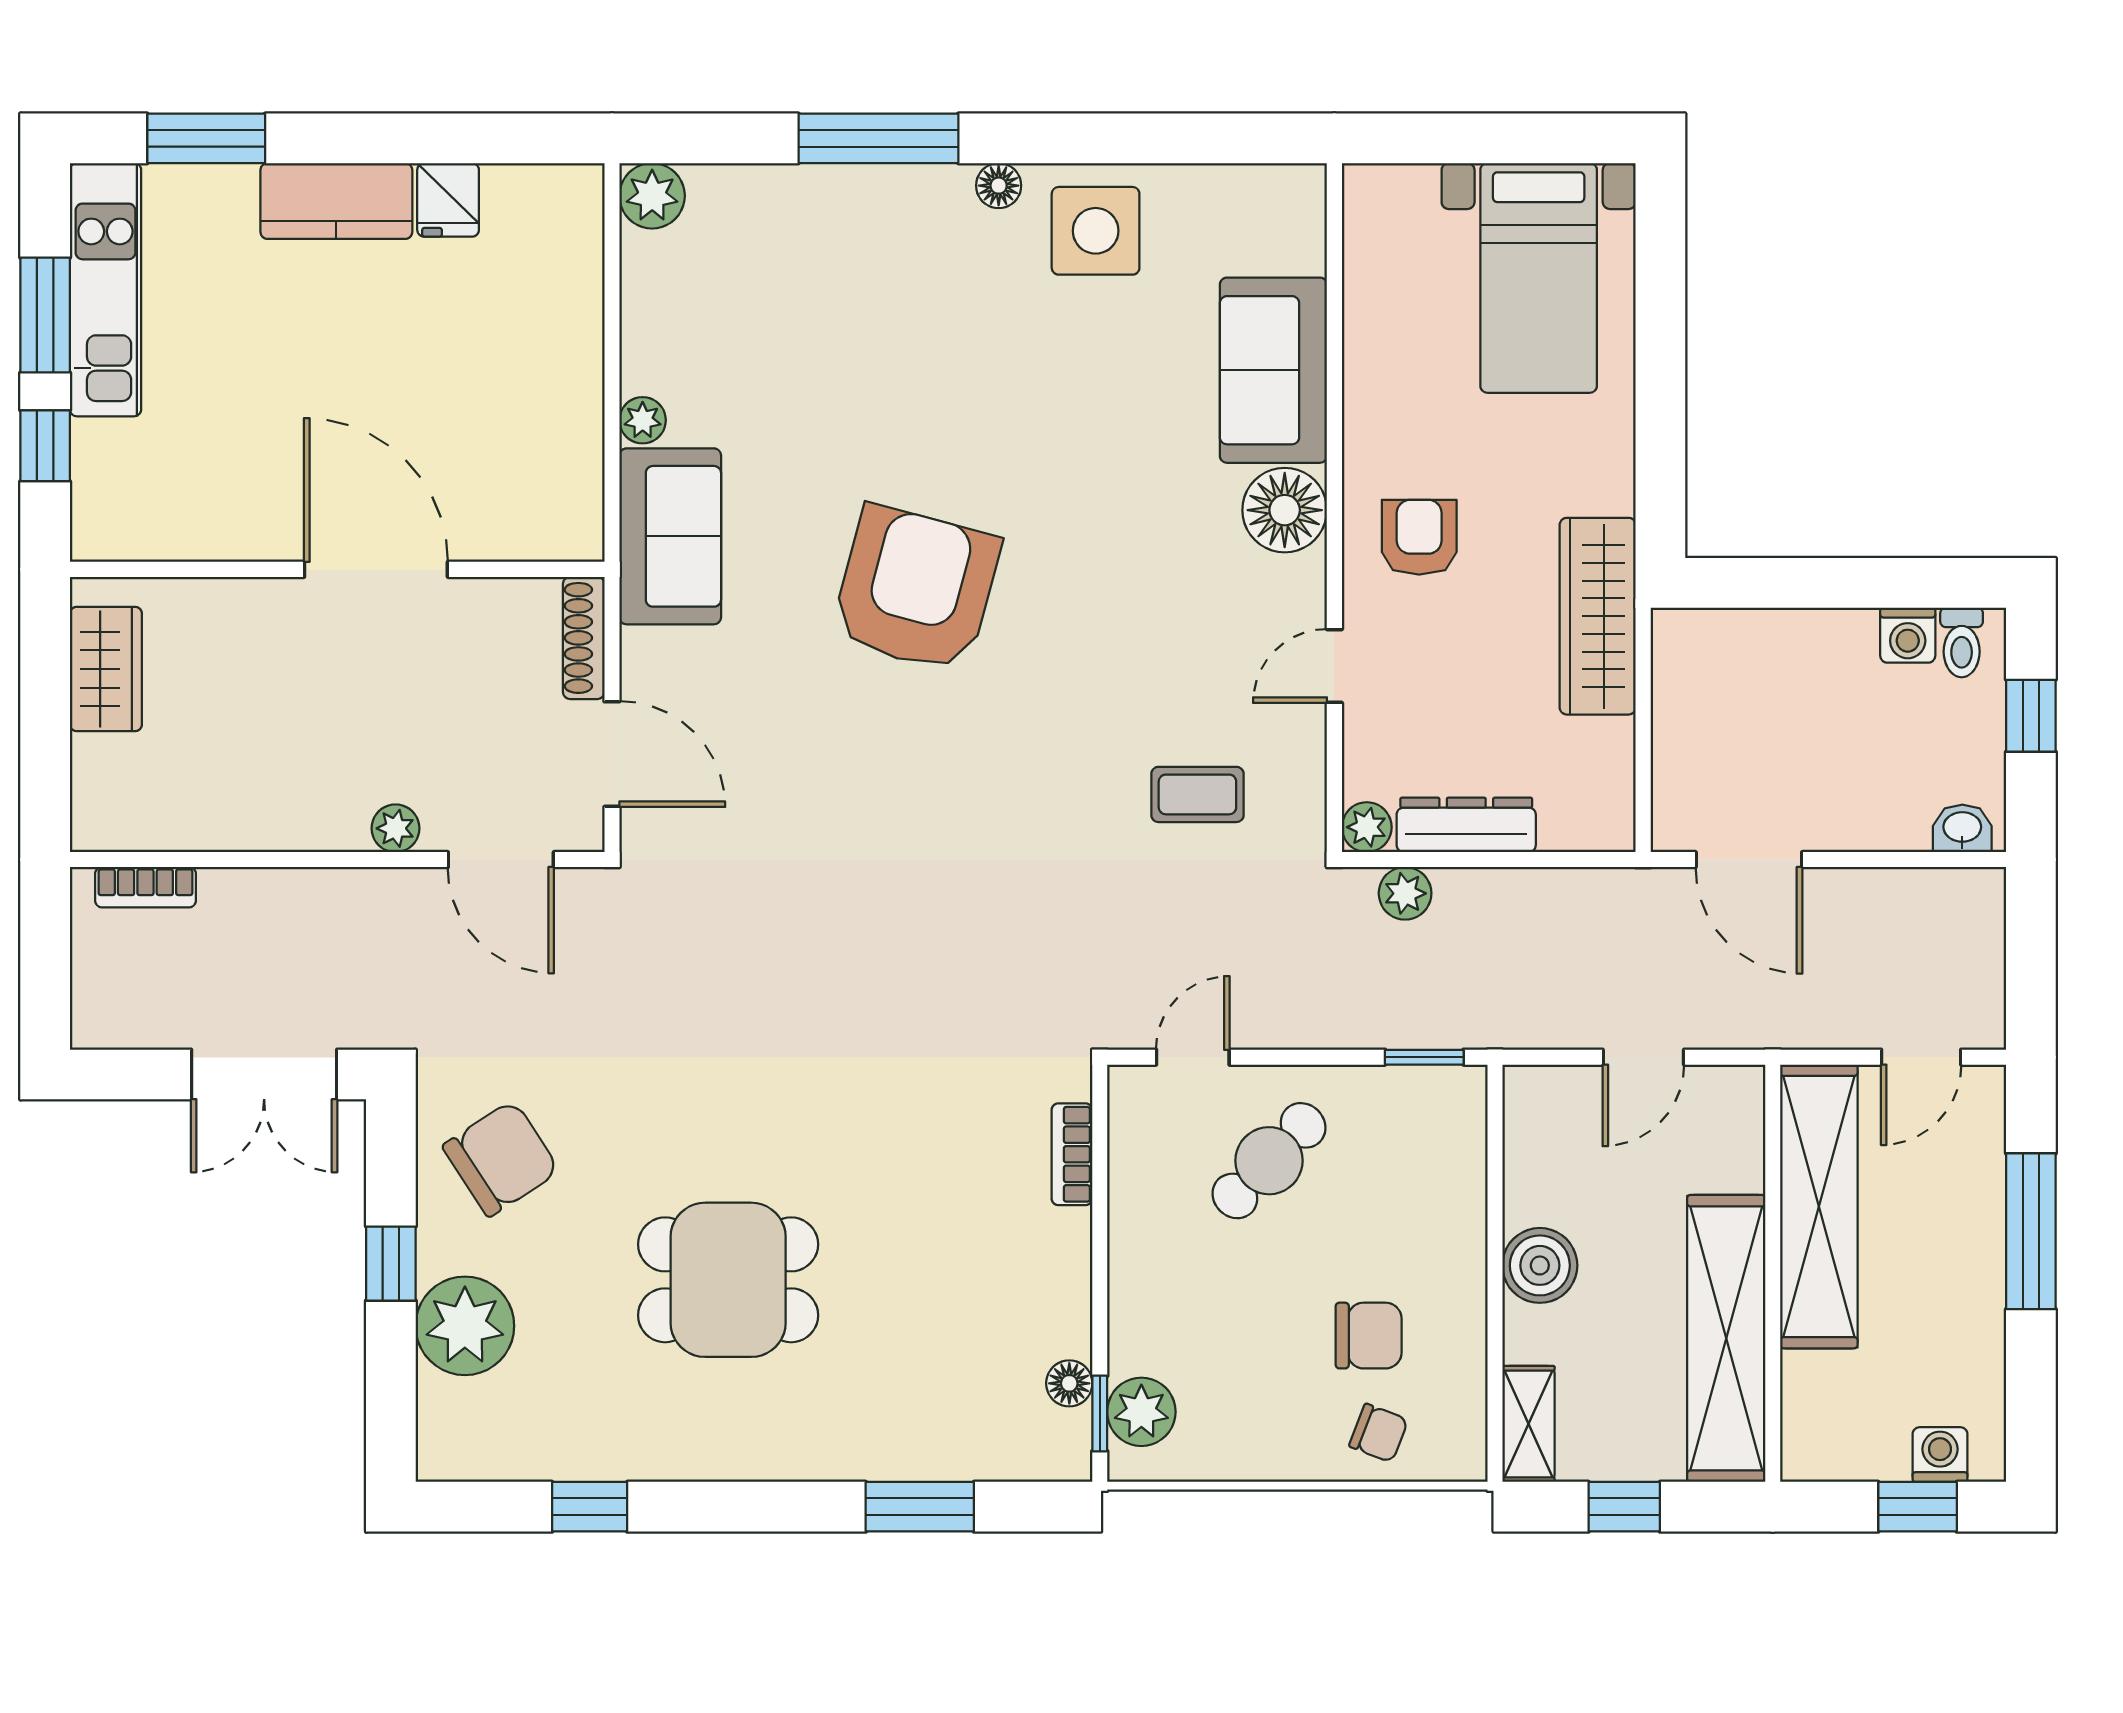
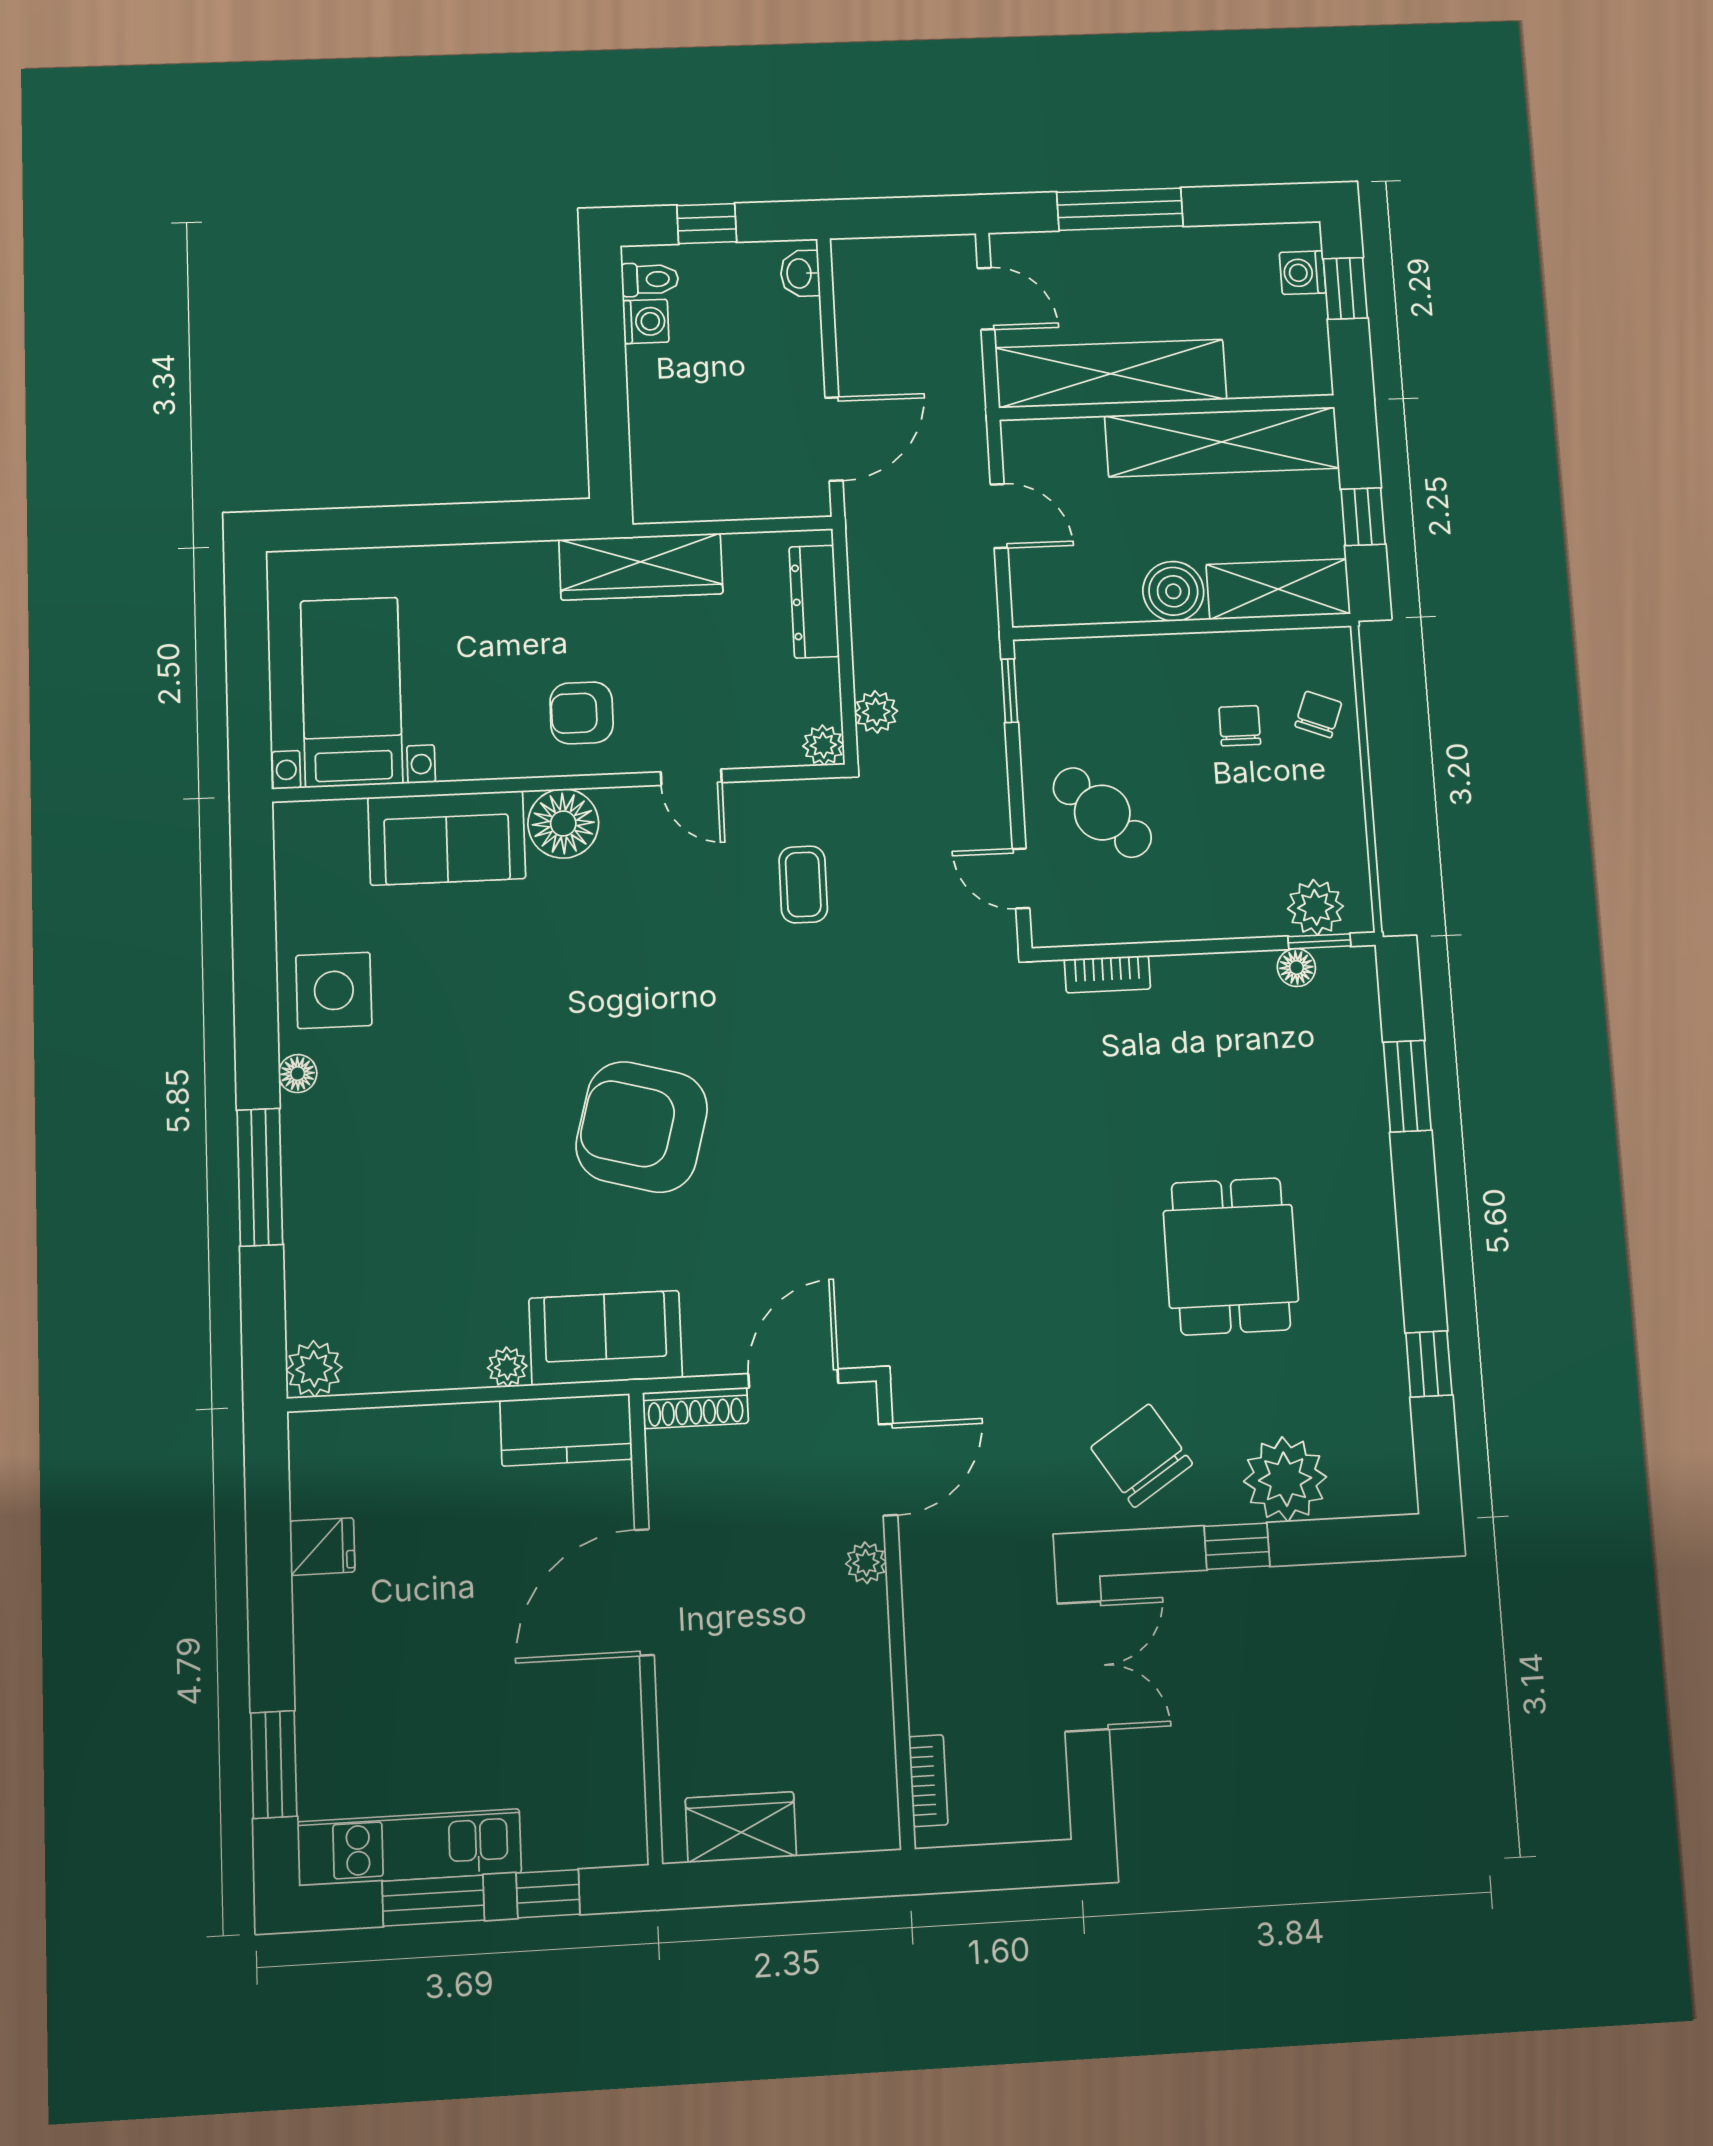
kitchen counter: (336, 201) -> (566, 1430), moved, turned 90
bed with nightstands: (1539, 278) -> (352, 692), moved, turned -90
dresser: (1466, 825) -> (814, 602), moved
chair: (1369, 1336) -> (1240, 726), width x0.73, depth x0.73
shelving: (1528, 1424) -> (1278, 589), width x1.50, depth x1.33

